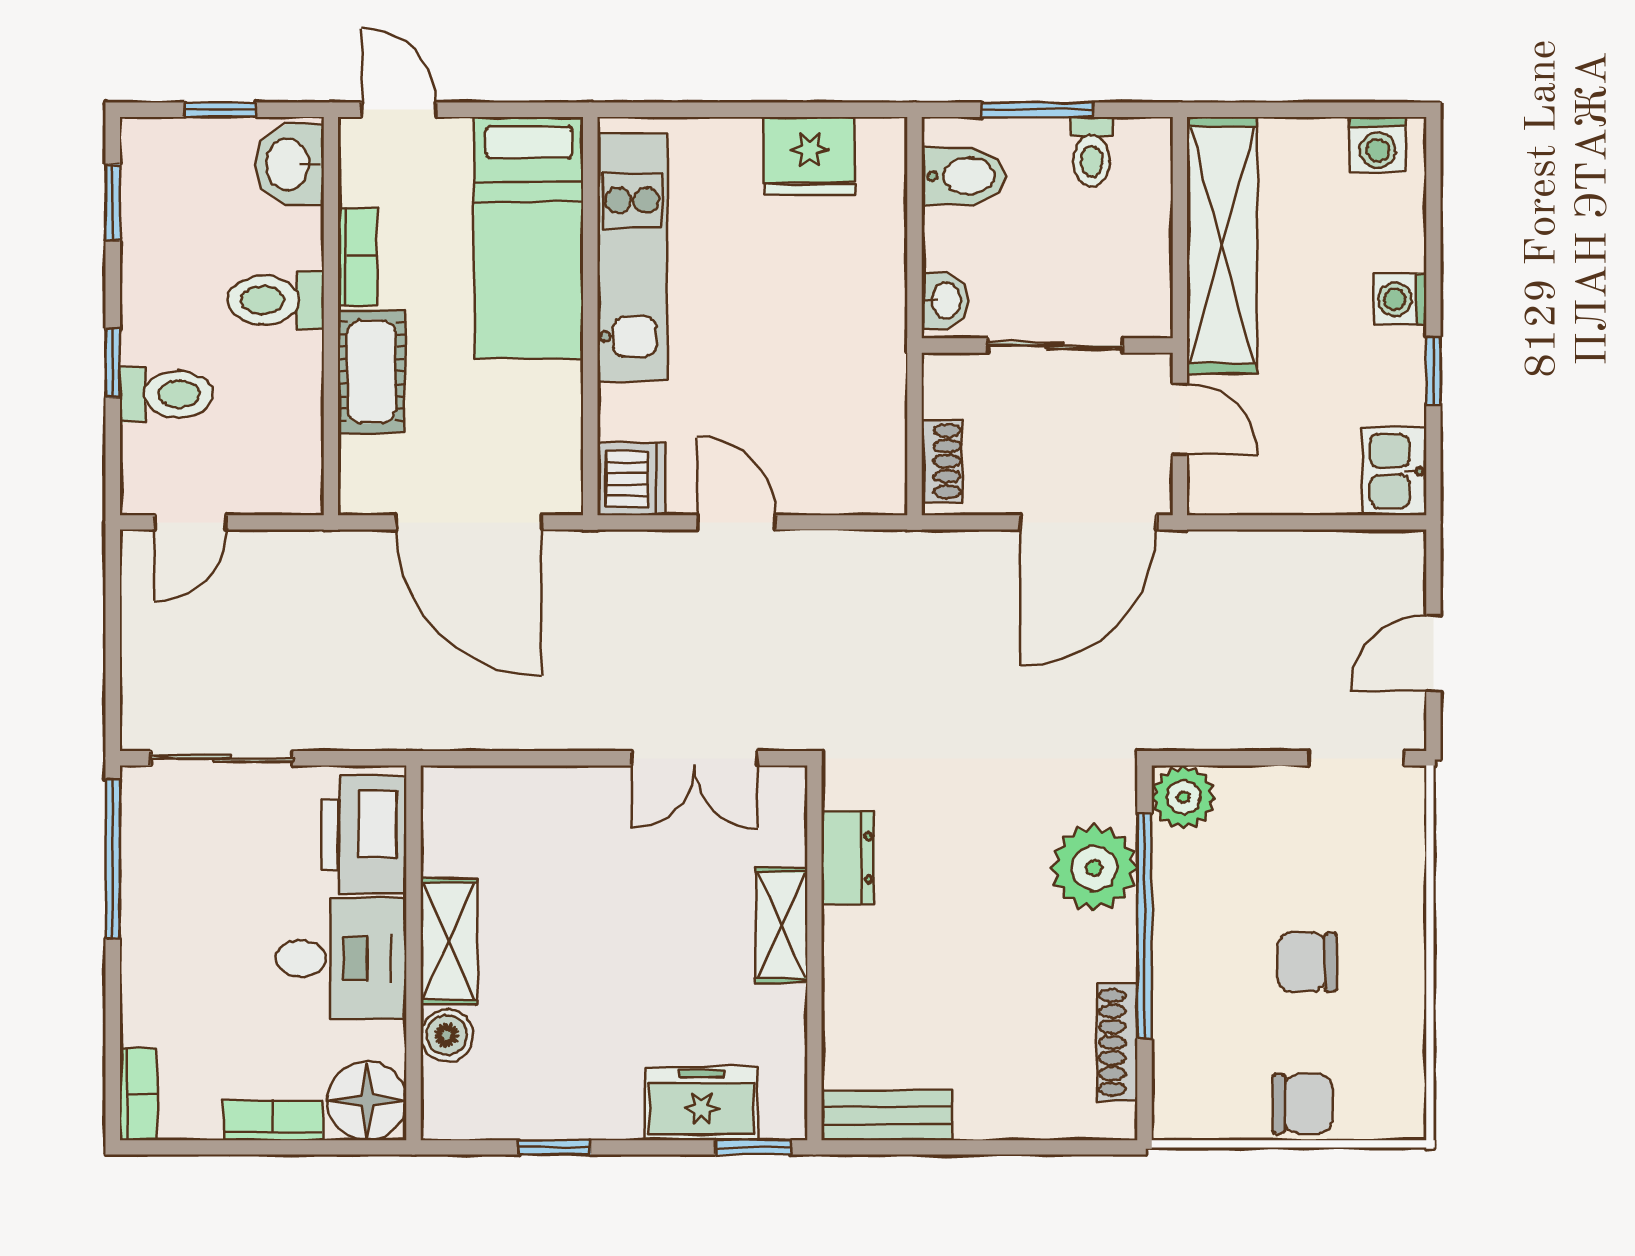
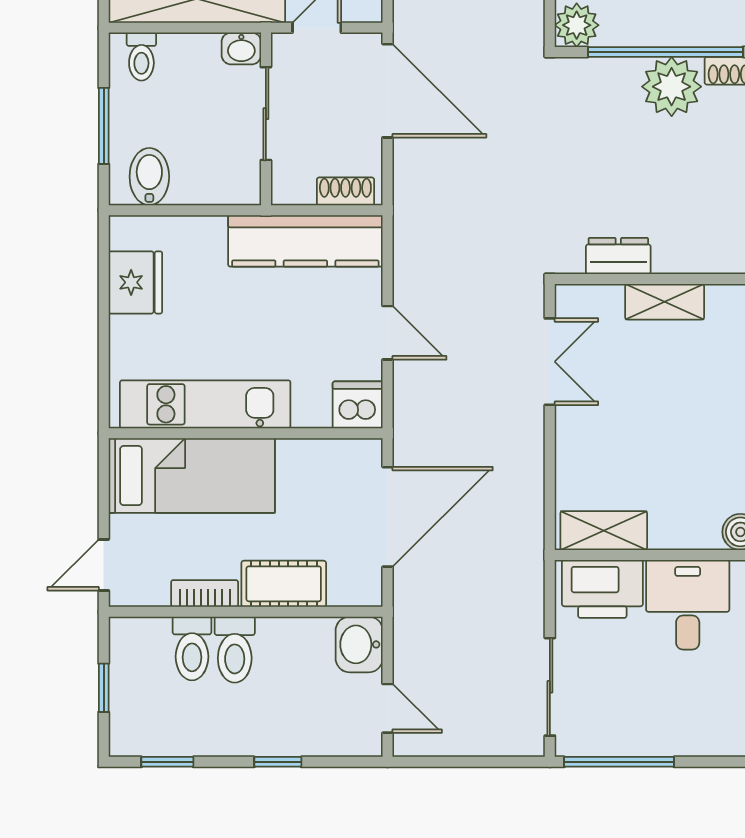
toilet: (1092, 152) -> (141, 57), moved, turned 90
washbasin: (290, 165) -> (359, 644), moved, turned 90
washbasin: (945, 301) -> (241, 48), moved, turned 180
toilet: (166, 394) -> (192, 648), moved, turned 180
kitchen counter: (870, 403) -> (305, 241), added
door: (736, 522) -> (388, 333), swing flipped
plant: (1094, 868) -> (672, 87), moved
shelving: (449, 941) -> (604, 531), moved

